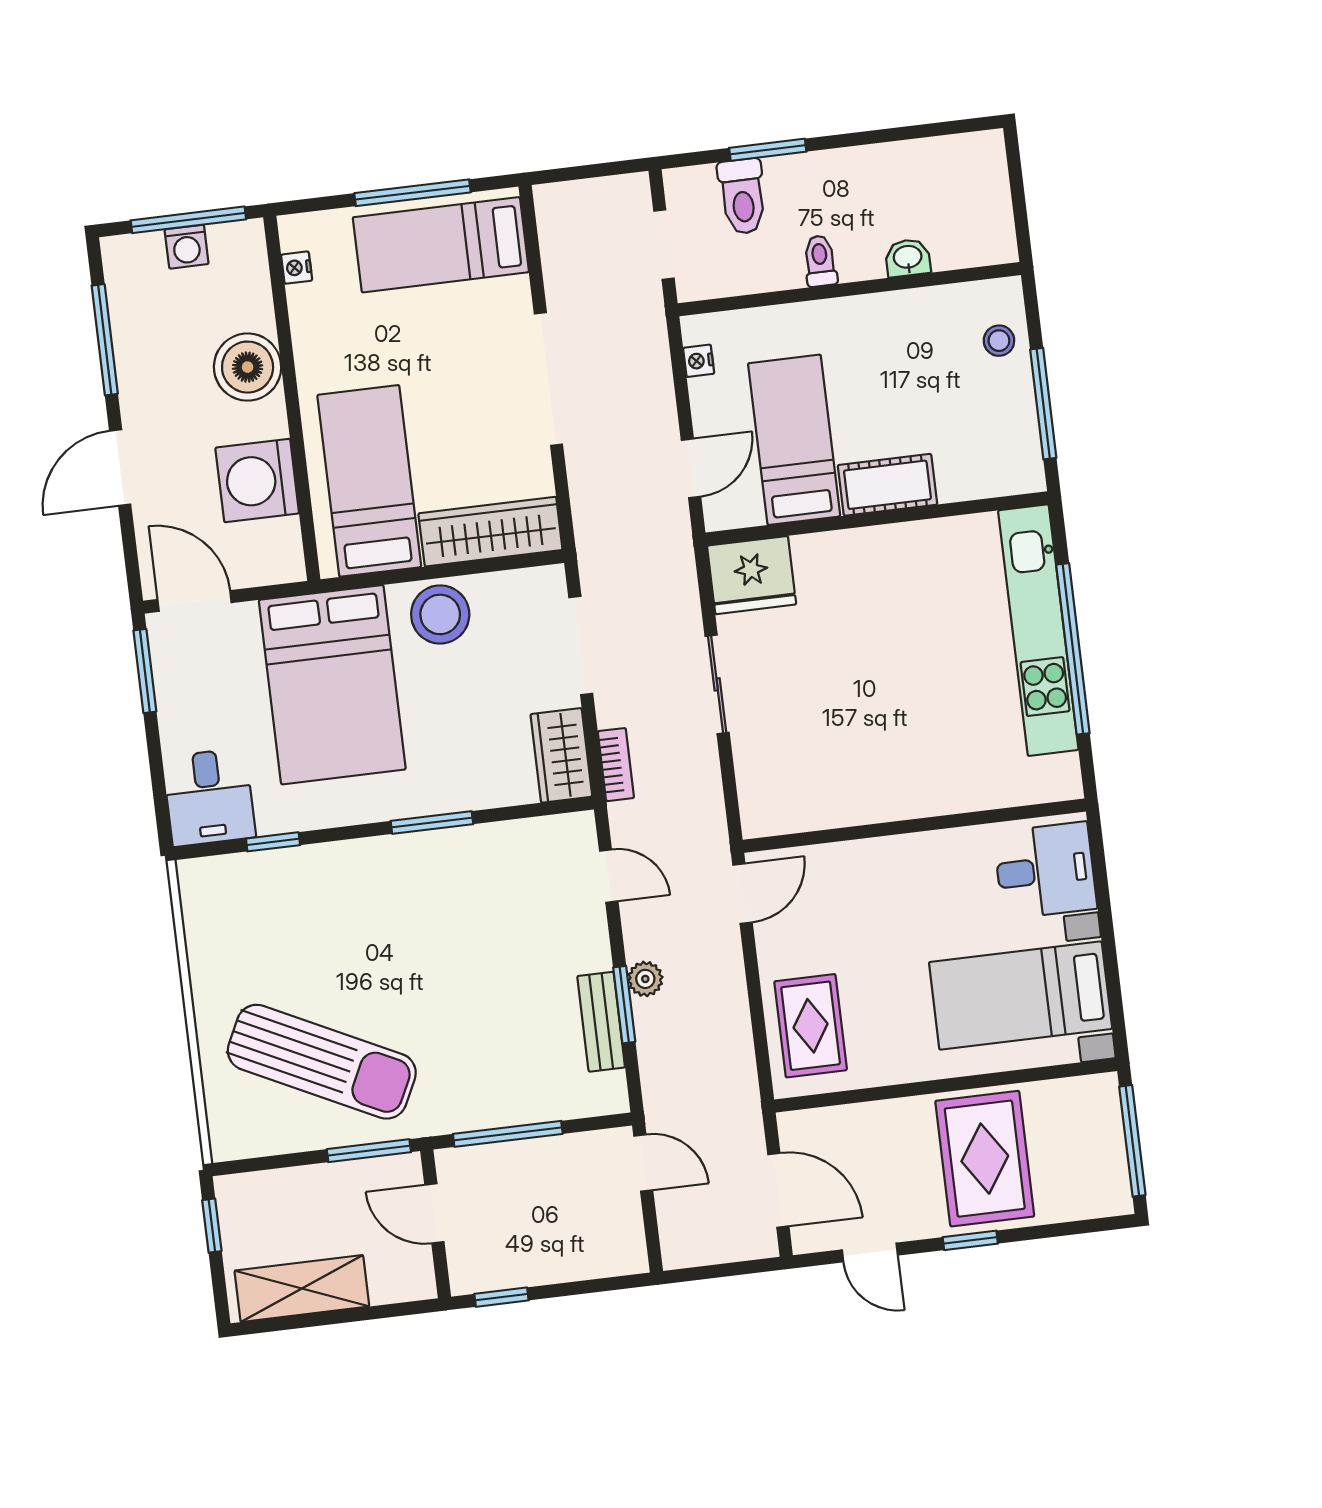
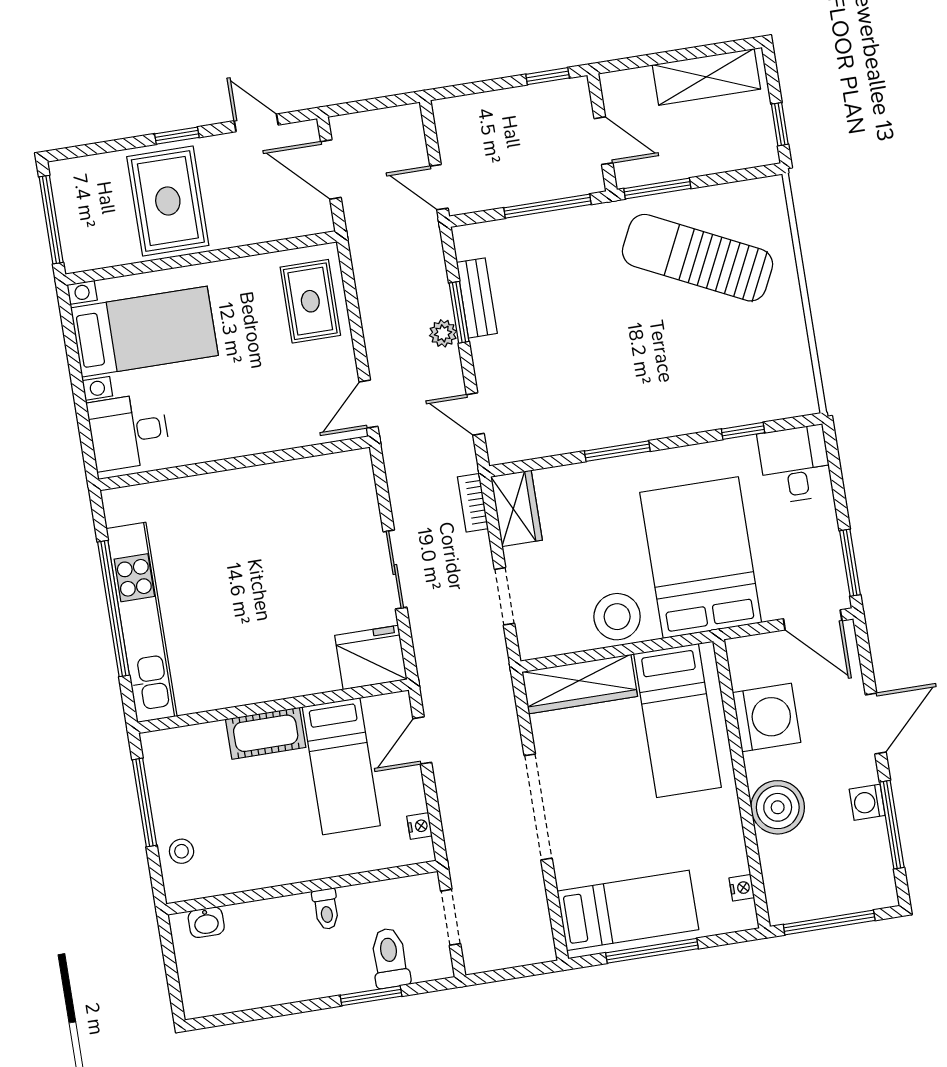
washing machine: (187, 247) -> (867, 802), moved, turned -90
washbasin: (908, 258) -> (206, 922), moved
doorway: (581, 645) -> (504, 596), width x0.73

